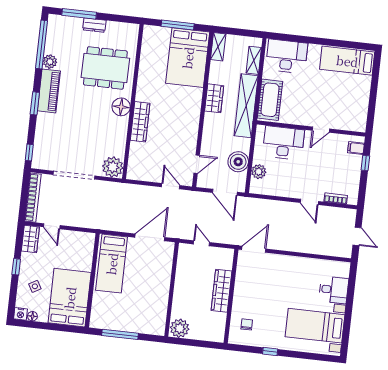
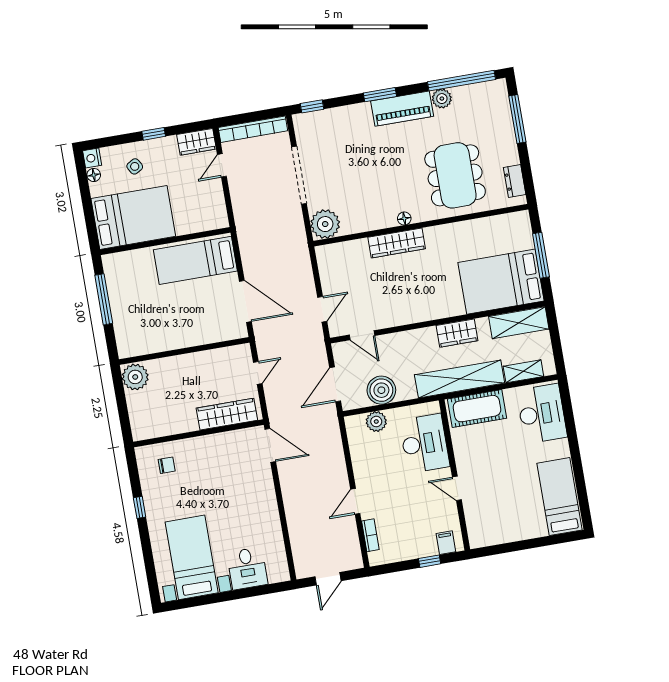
dresser: (94, 25) -> (515, 181), moved
shelving: (218, 47) -> (519, 323), width x1.50, depth x1.33
floor lamp: (121, 107) -> (404, 219), width x0.53, depth x0.53
wardrobe: (222, 291) -> (227, 414), moved

